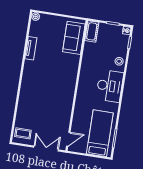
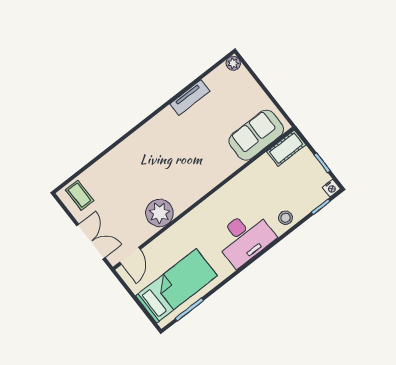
plant: (64, 109) -> (160, 213), added
door: (68, 139) -> (130, 256), hinge flipped

